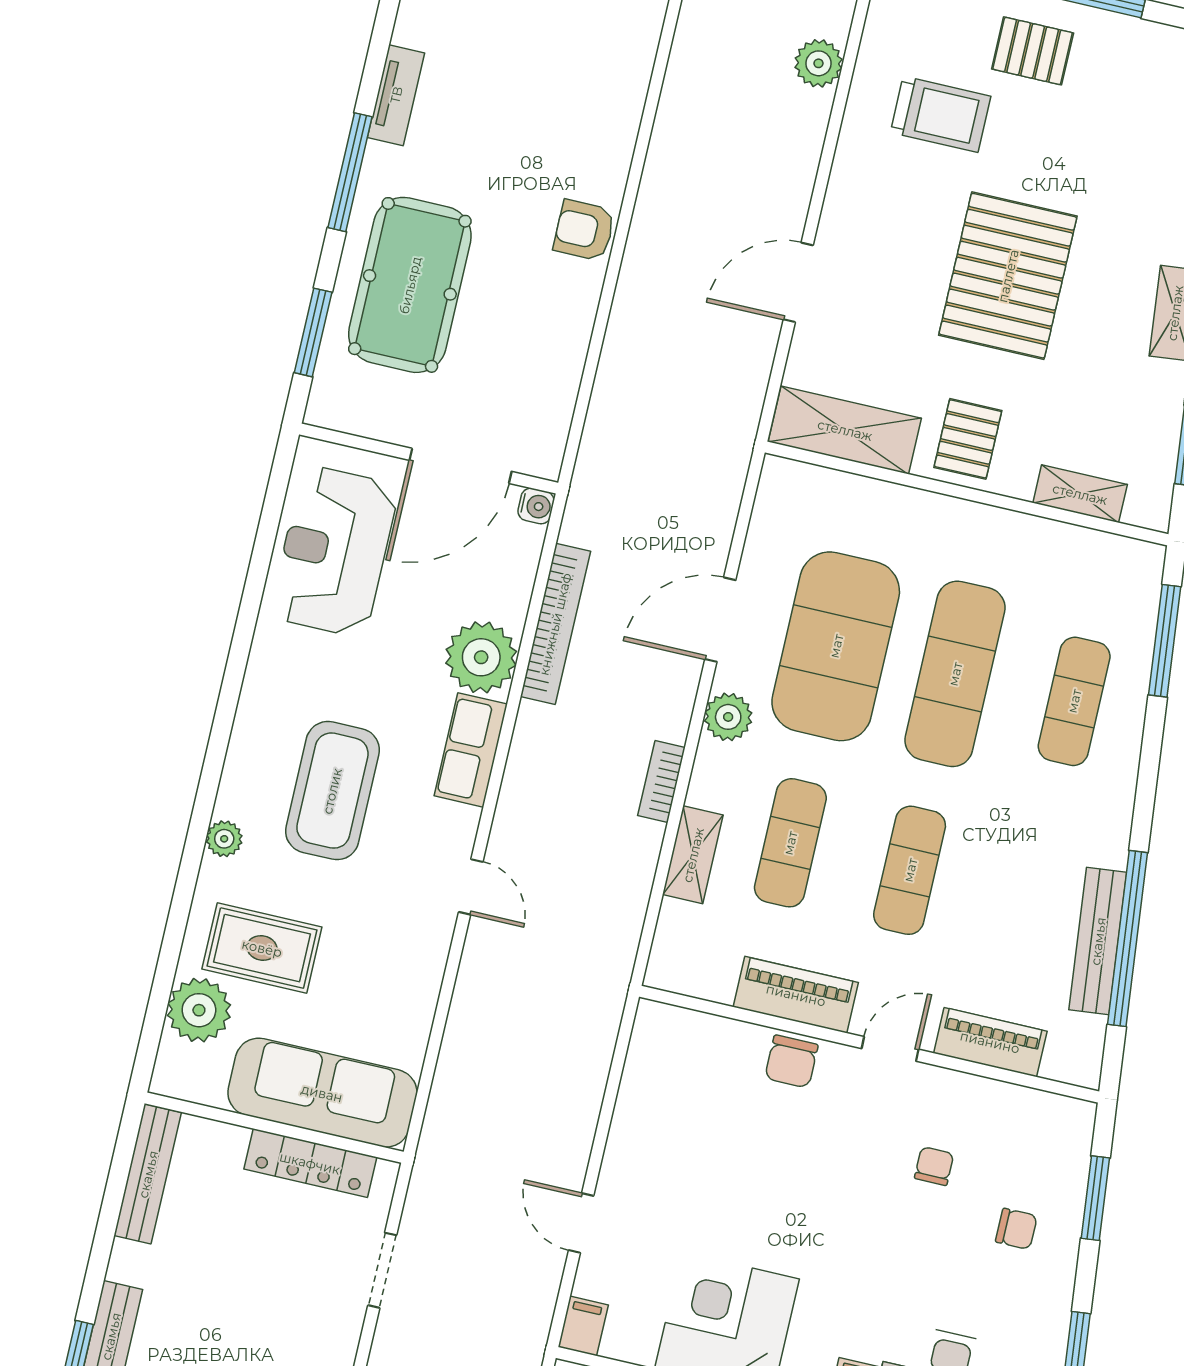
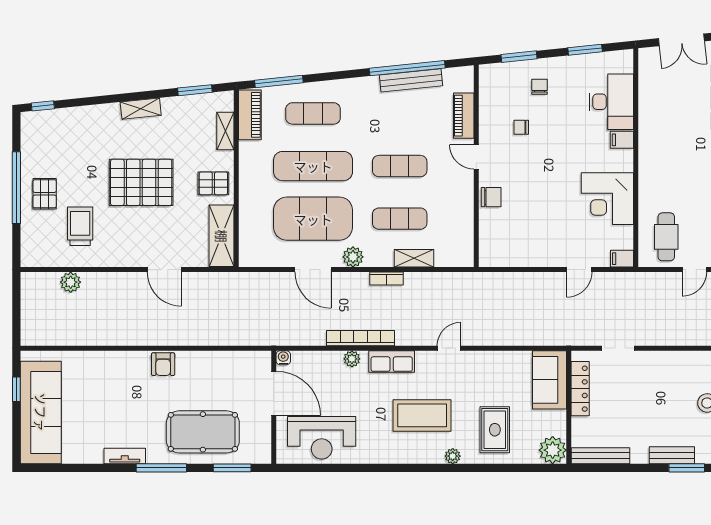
bookcase: (555, 624) -> (360, 338), moved
plant: (481, 657) -> (352, 359), width x0.53, depth x0.53
piano: (796, 995) -> (250, 115), moved, turned 180
plant: (199, 1010) -> (553, 450), moved
sofa: (322, 1093) -> (550, 380), width x0.73

